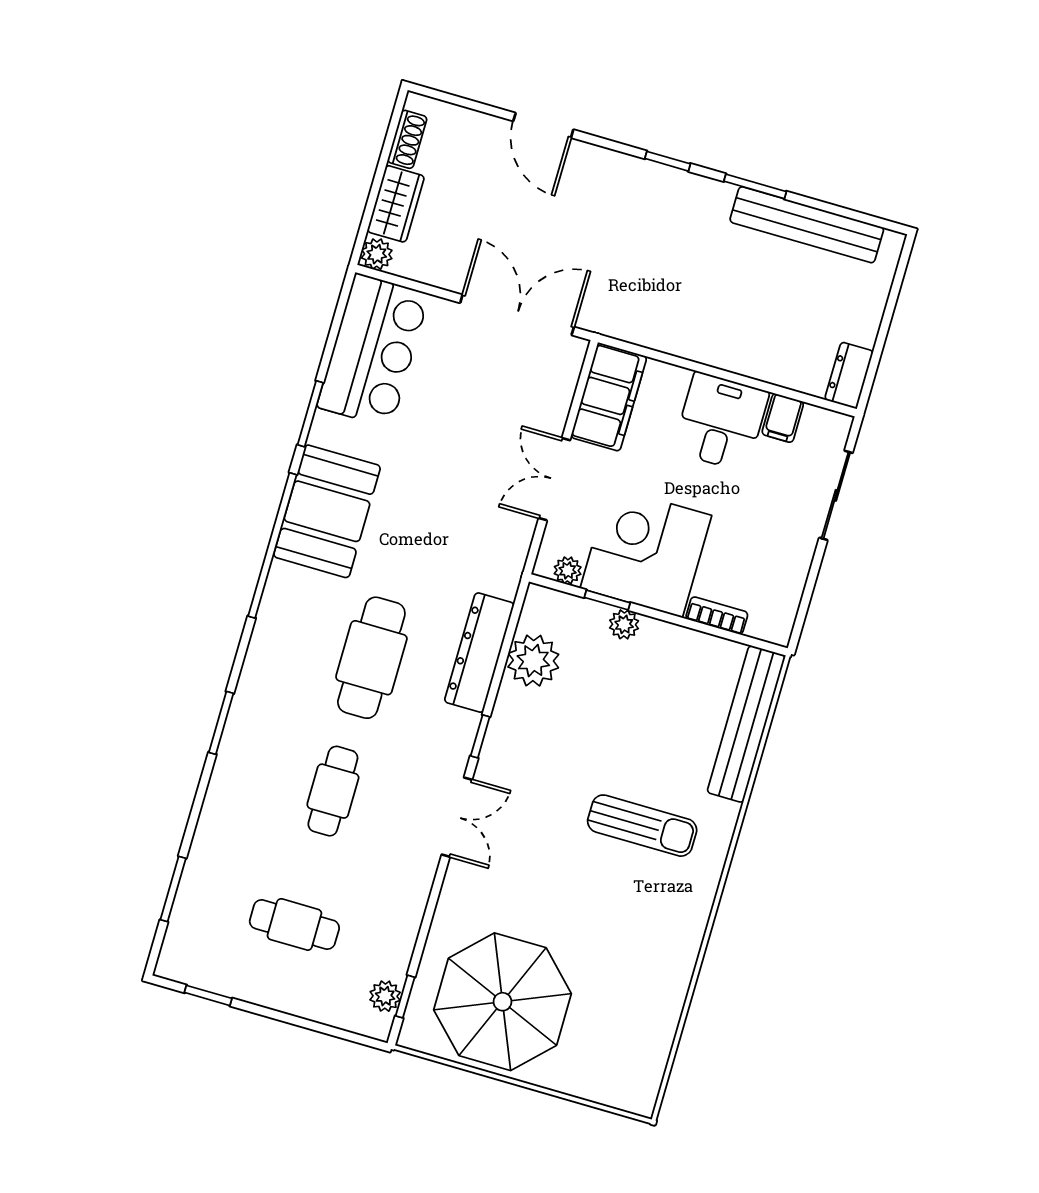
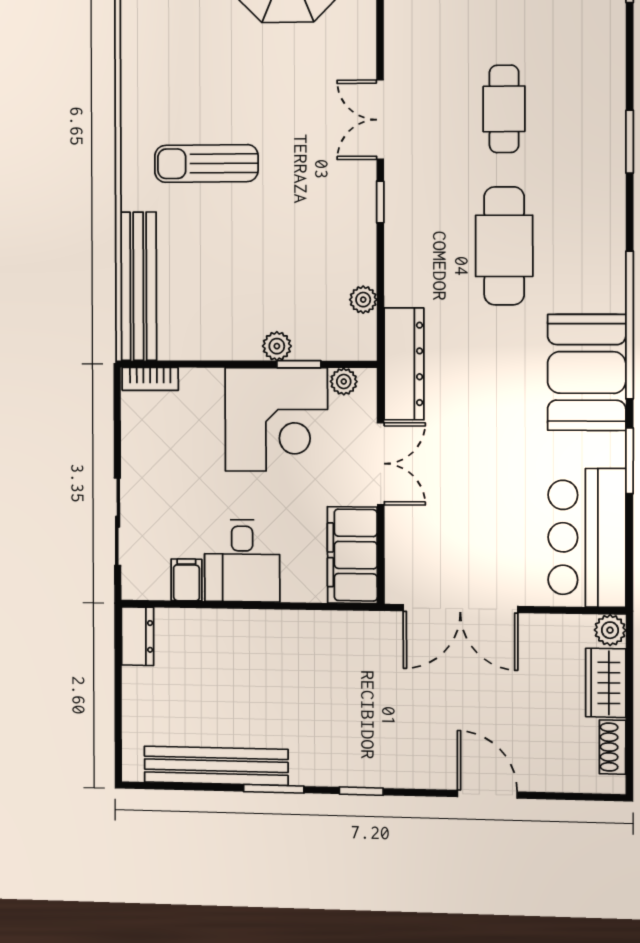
bookcase: (717, 616) -> (150, 379), moved
dresser: (479, 653) -> (404, 364), moved
plant: (533, 661) -> (363, 300), width x0.53, depth x0.53

